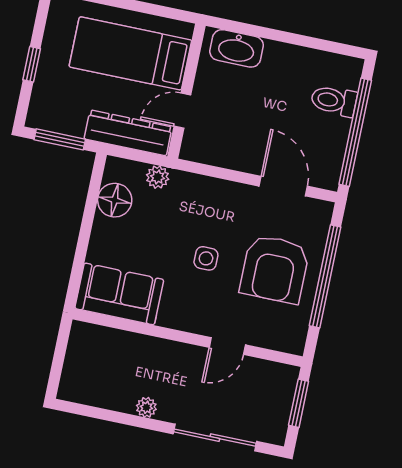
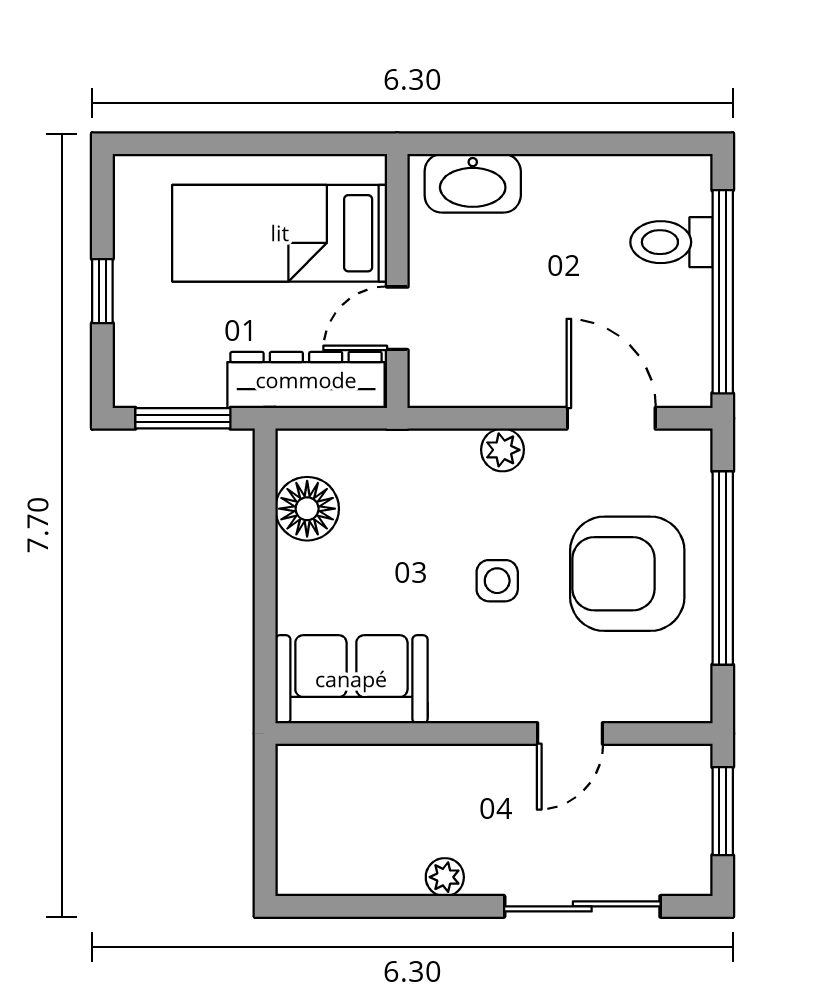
plant: (158, 177) -> (503, 450), moved
armchair: (275, 269) -> (627, 574), turned 90

